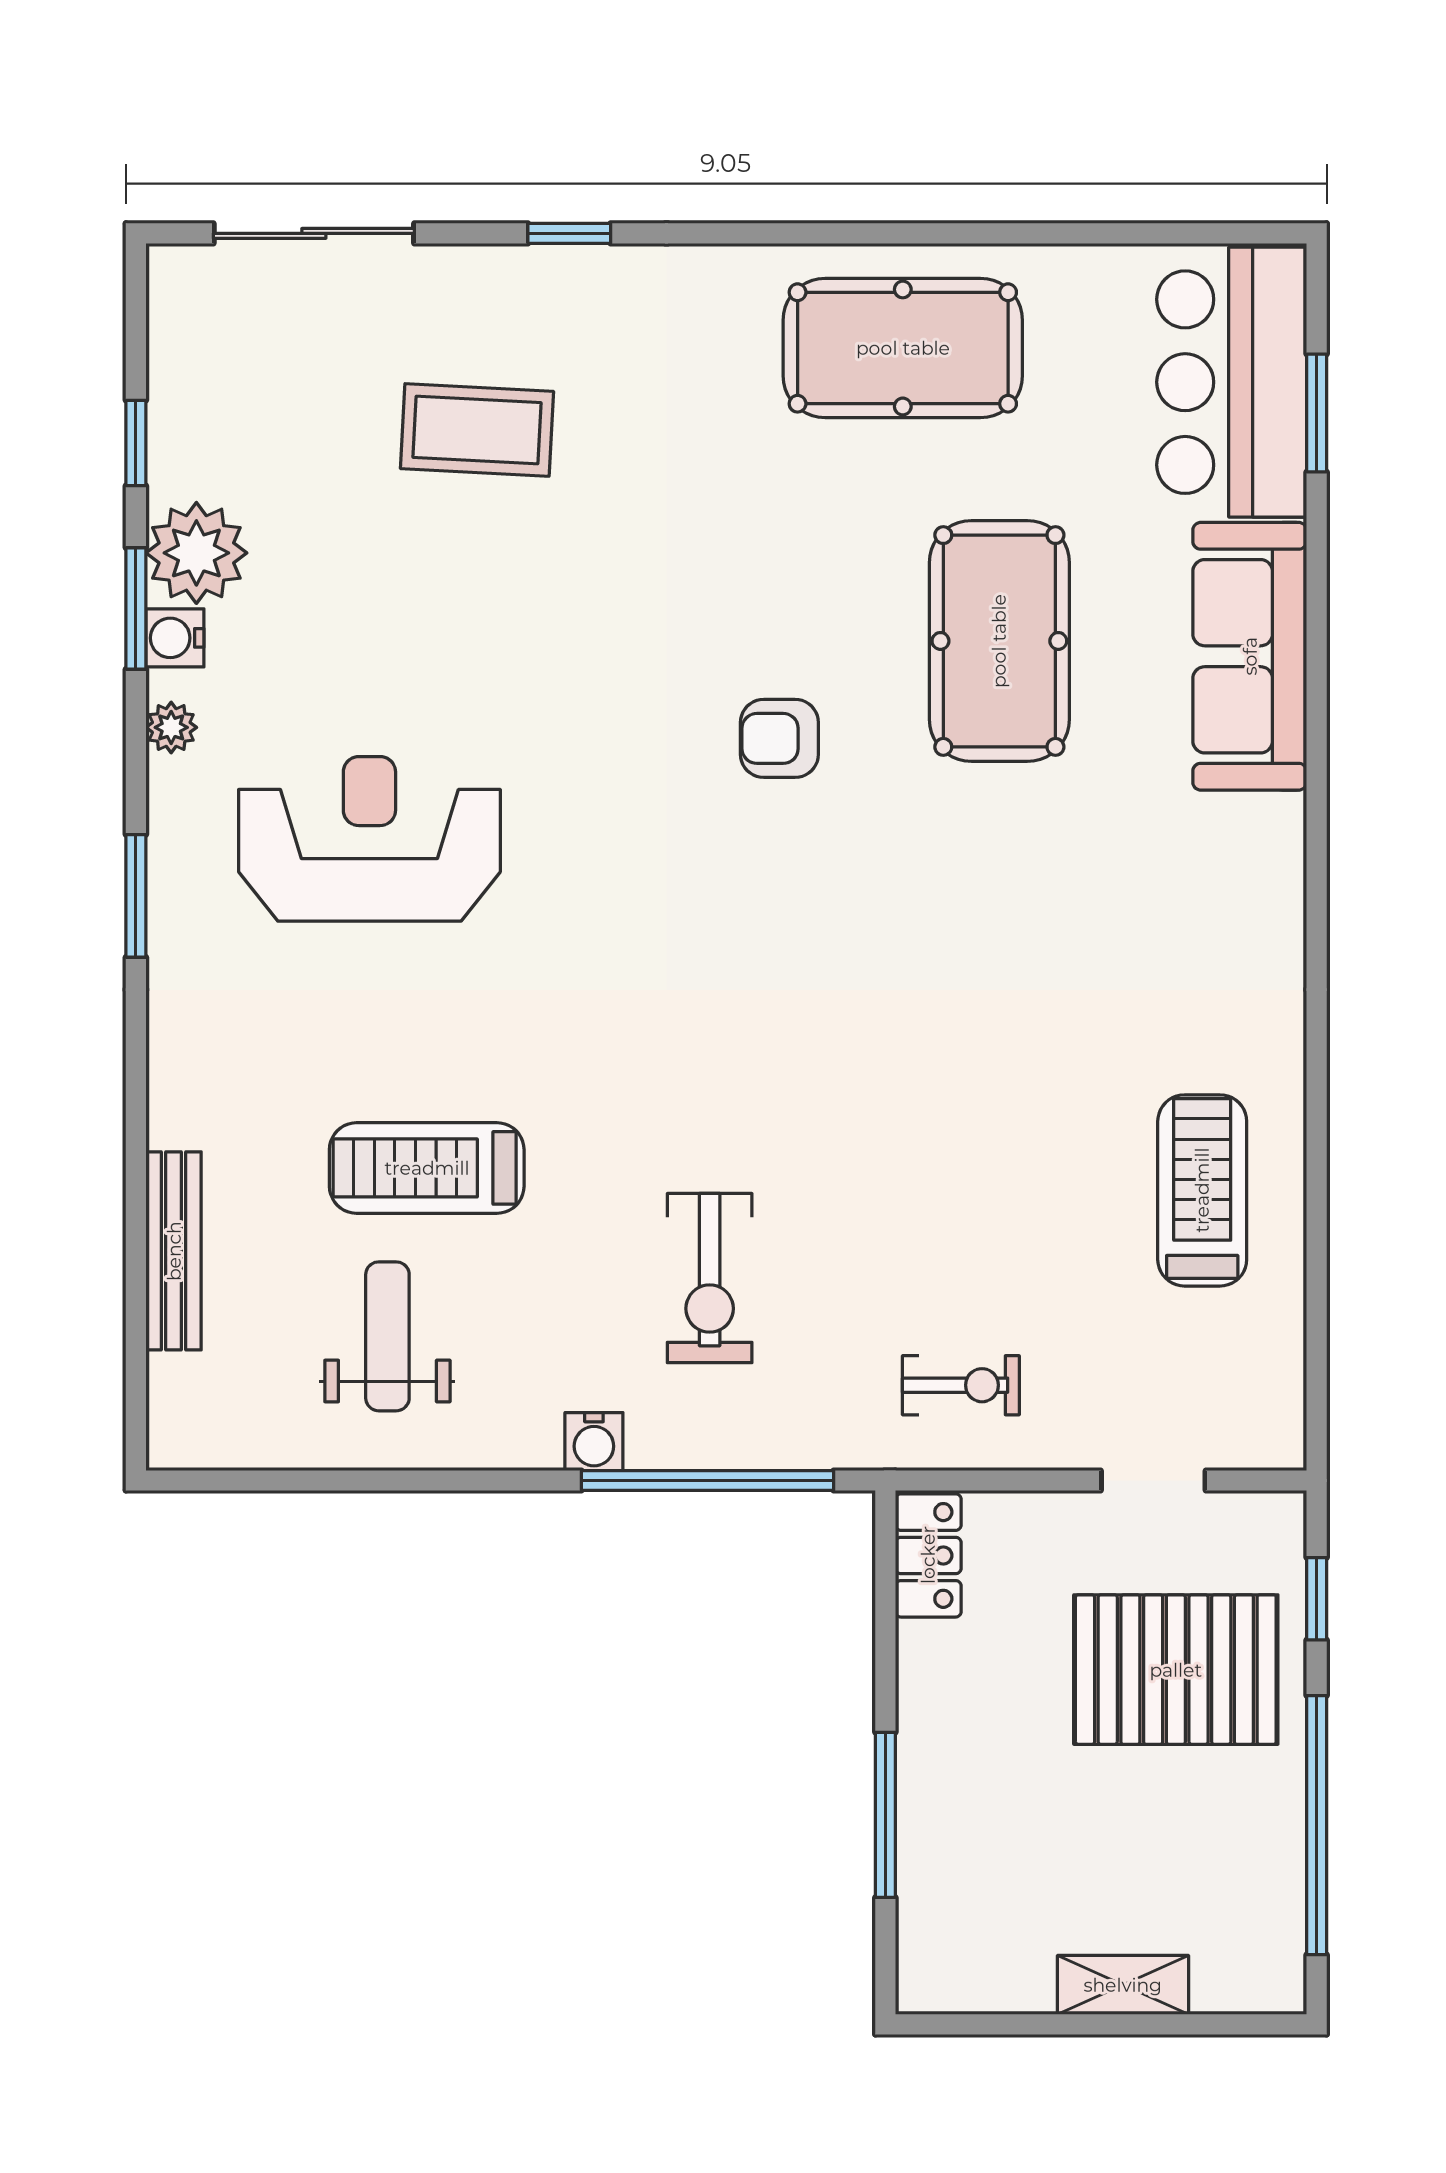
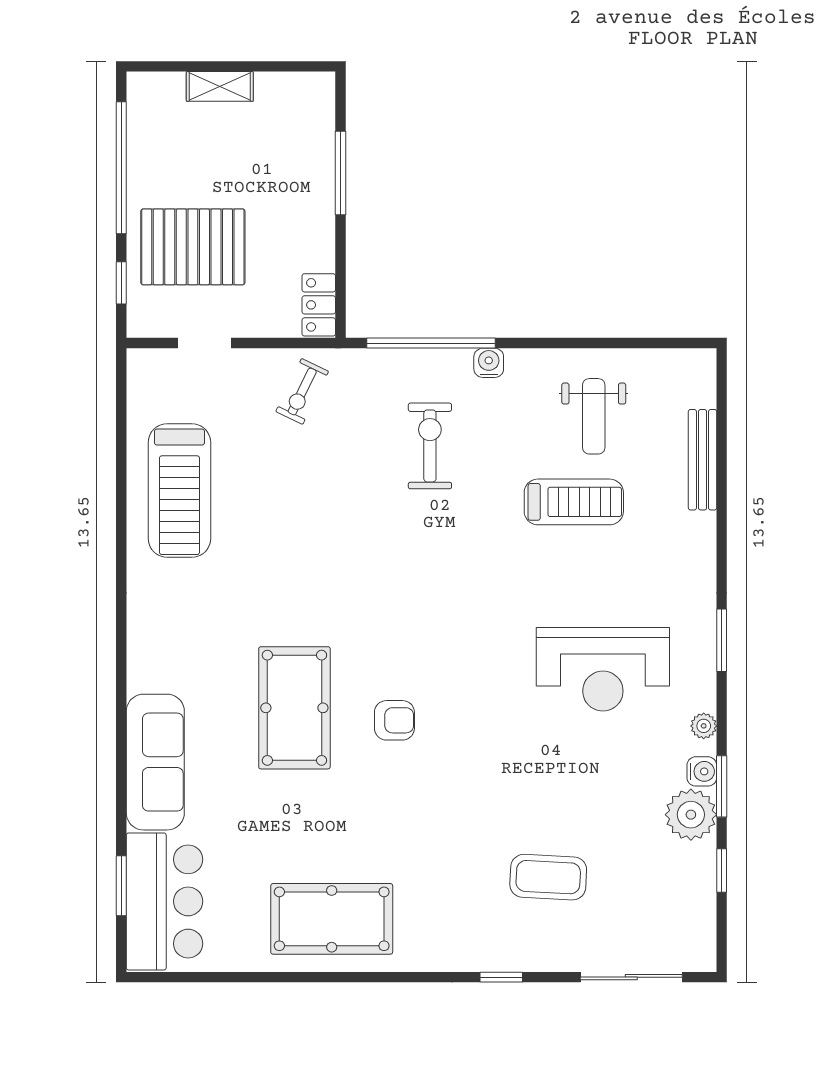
pool table: (999, 641) -> (294, 708), moved
treadmill: (1202, 1190) -> (179, 490), width x1.37, depth x1.38
exercise bike: (961, 1385) -> (302, 391), turned -64

